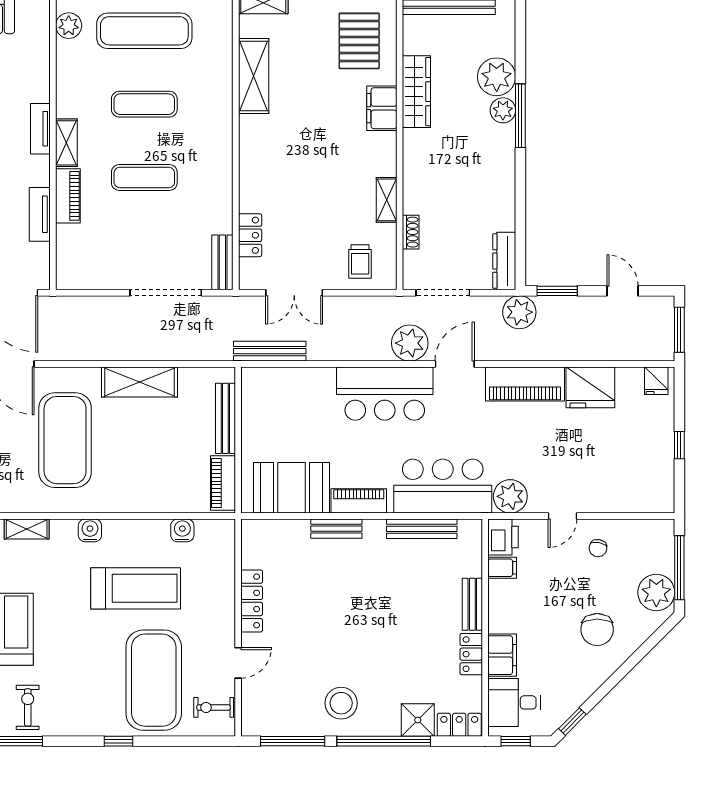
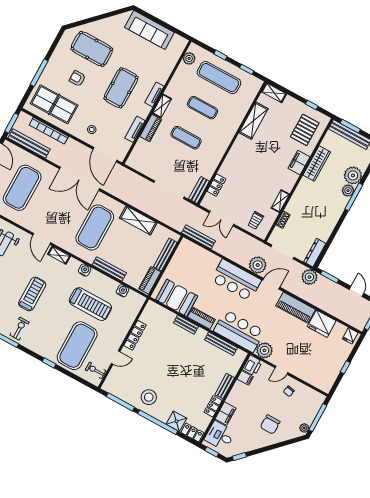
bench: (135, 503) -> (109, 269), added
plant: (656, 592) -> (304, 428), width x0.53, depth x0.53

